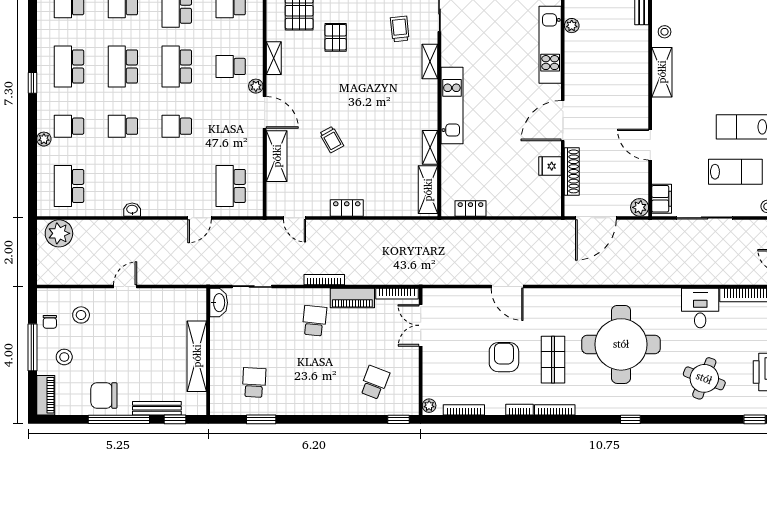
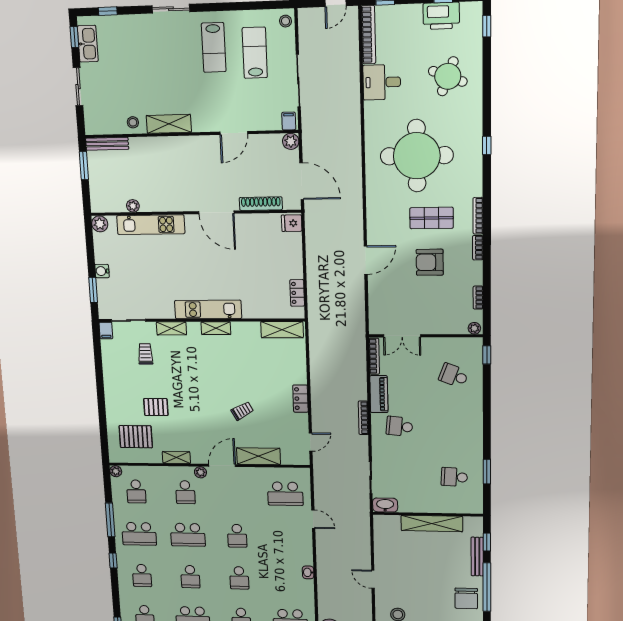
trolley: (400, 29) -> (145, 354), turned 96
school desk: (123, 66) -> (190, 577), width x0.54
shelving: (430, 147) -> (216, 328), moved
fridge: (550, 166) -> (292, 223), moved, turned 90
filing cabinet: (662, 199) -> (289, 121), width x0.50
bookcase: (464, 410) -> (478, 298), width x0.64

